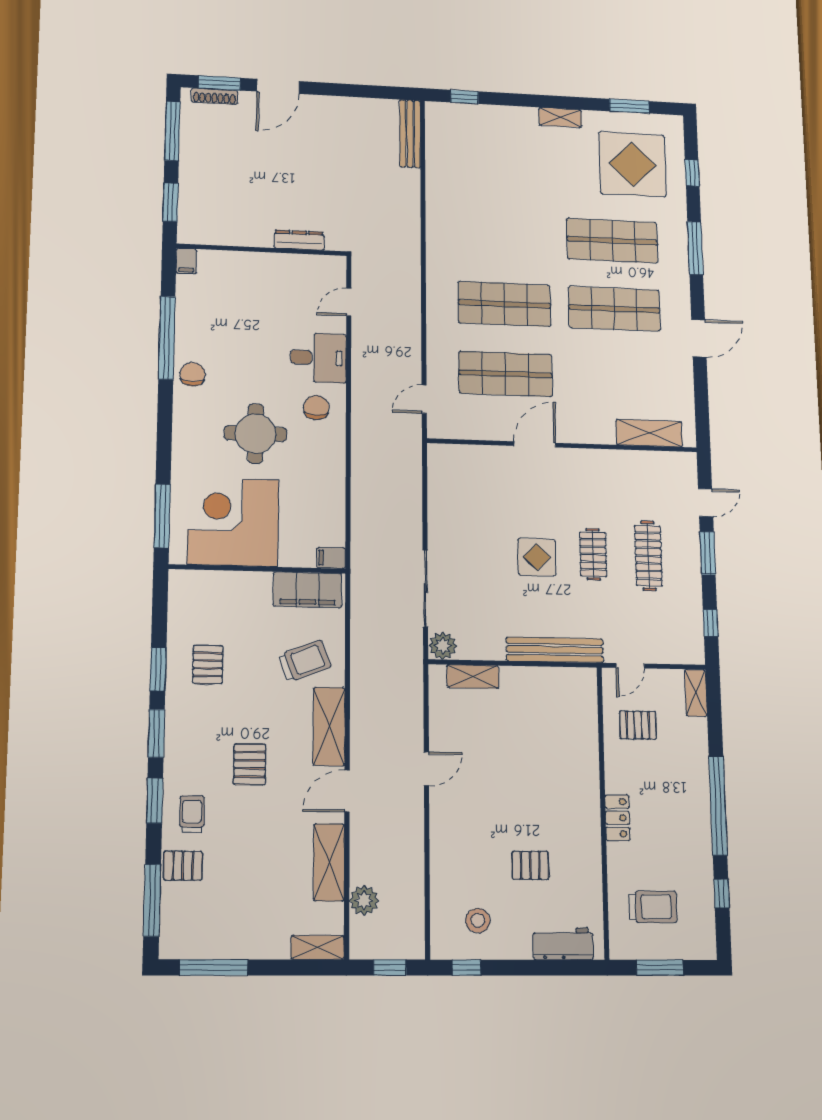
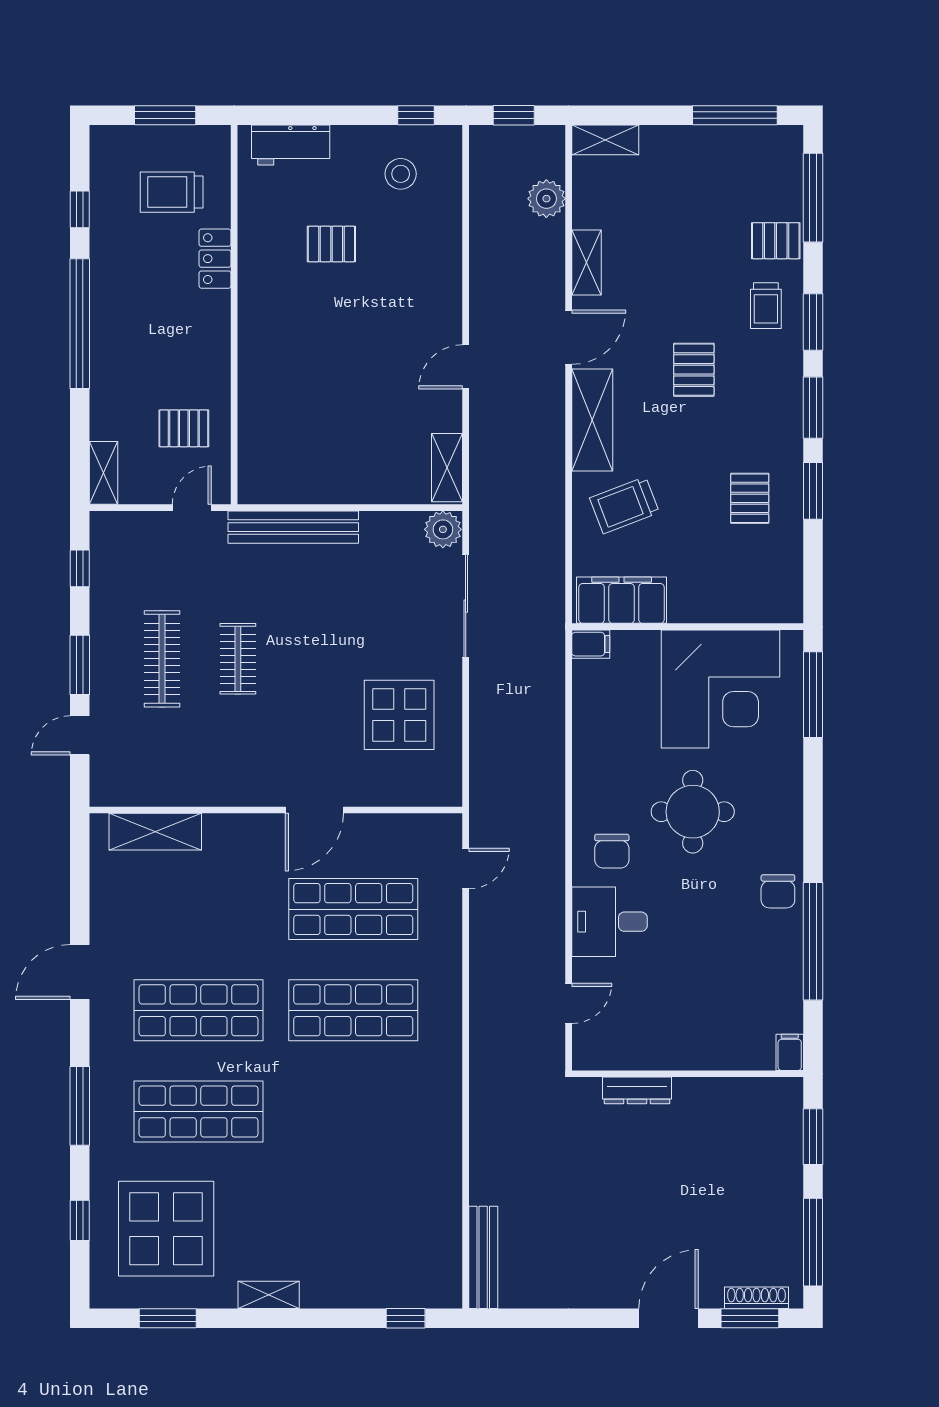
display table: (537, 557) -> (399, 715), moved, width x1.36, depth x1.36
shelving: (473, 677) -> (447, 468), moved, turned 90
locker: (617, 818) -> (215, 259), moved
shelving: (329, 862) -> (586, 262), width x0.67, depth x0.75

